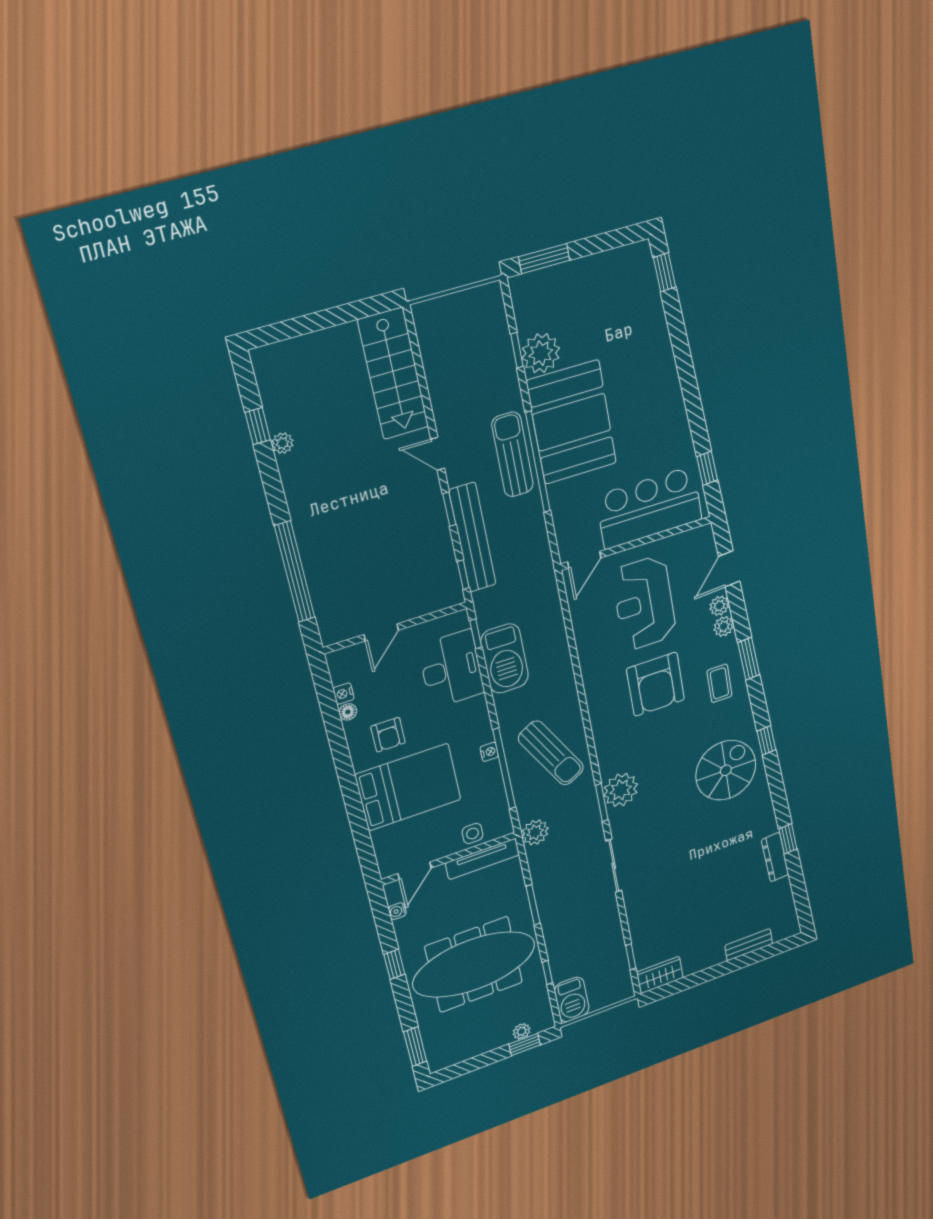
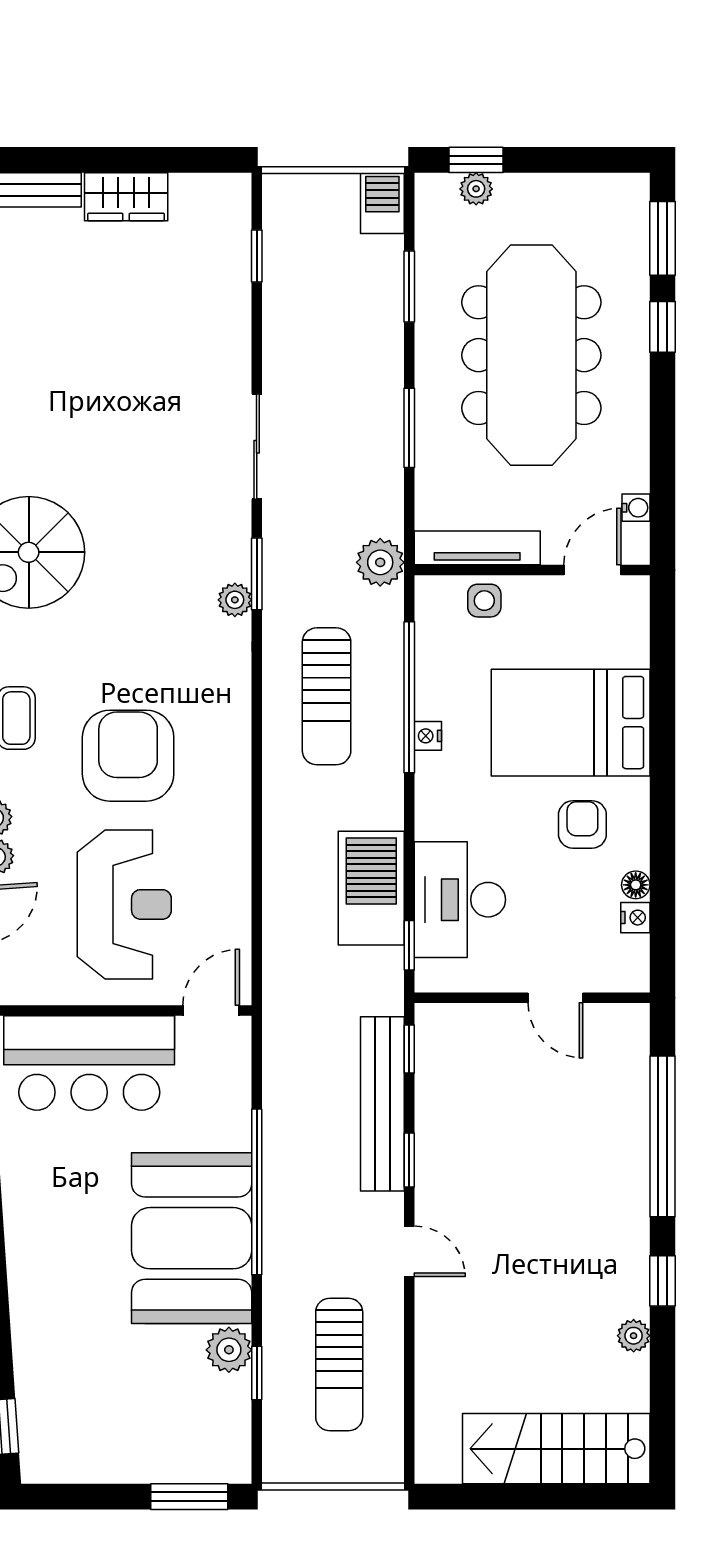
plant: (541, 353) -> (229, 1350), width x0.73, depth x0.73
stairs: (393, 374) -> (556, 1449), moved, turned -90
window: (258, 426) -> (662, 1281), moved
sun lounger: (513, 455) -> (339, 1364), moved
door: (381, 632) -> (555, 998), swing flipped
sun lounger: (551, 753) -> (327, 696), turned -151
plant: (621, 790) -> (235, 600), width x0.53, depth x0.53
window: (394, 964) -> (662, 327), moved
meeting table: (474, 965) -> (531, 355), turned 90
window: (547, 973) -> (409, 286), width x1.50
wardrobe: (660, 975) -> (126, 197), moved
barbecue: (572, 999) -> (382, 203), width x0.73, depth x0.79

